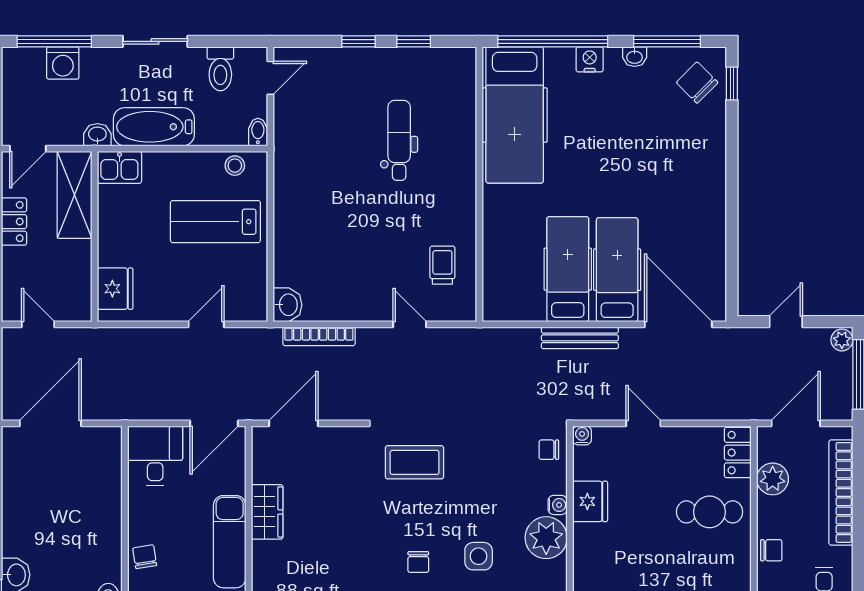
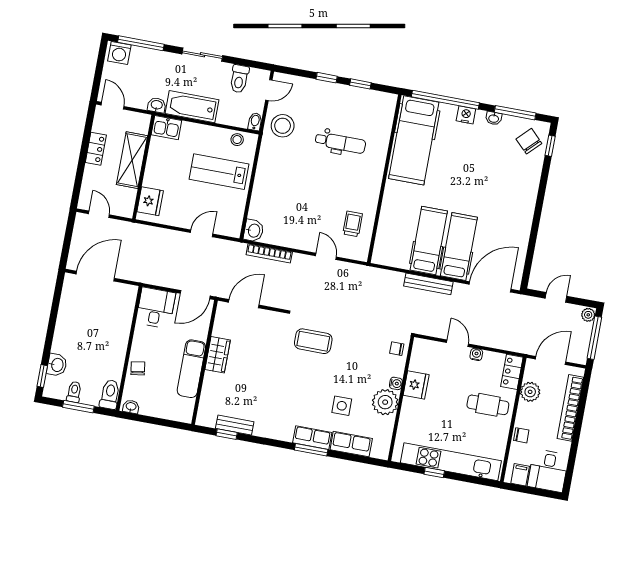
washing machine: (63, 63) -> (119, 53), moved
stool: (303, 130) -> (283, 126), added
dental chair: (399, 140) -> (340, 143), turned 90
door: (28, 149) -> (113, 106), swing flipped
shelving: (75, 195) -> (132, 160), moved
door: (678, 324) -> (490, 287), hinge flipped
water cooler: (582, 435) -> (476, 354), moved
chair: (418, 562) -> (304, 403), removed

